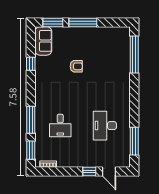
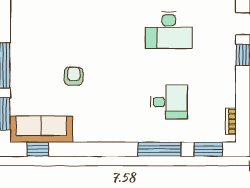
sofa: (43, 41) -> (41, 129), width x1.36
window: (31, 64) -> (38, 149), moved

